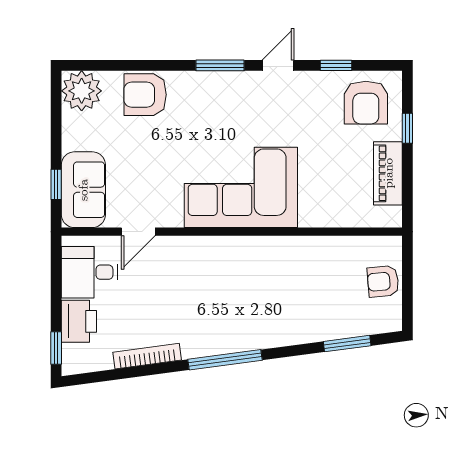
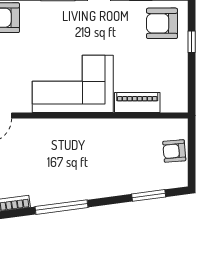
armchair: (366, 103) -> (162, 23), turned 90
piano: (388, 173) -> (137, 103), moved, turned 90

